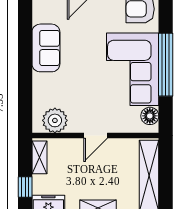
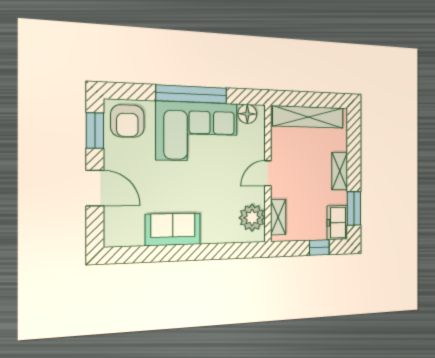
door: (96, 136) -> (268, 173), swing flipped
shelving: (39, 157) -> (278, 217), moved, turned 90

